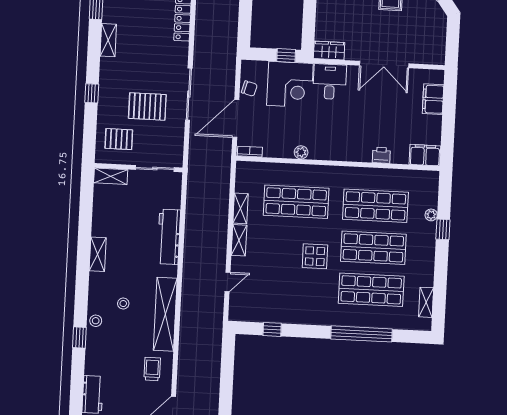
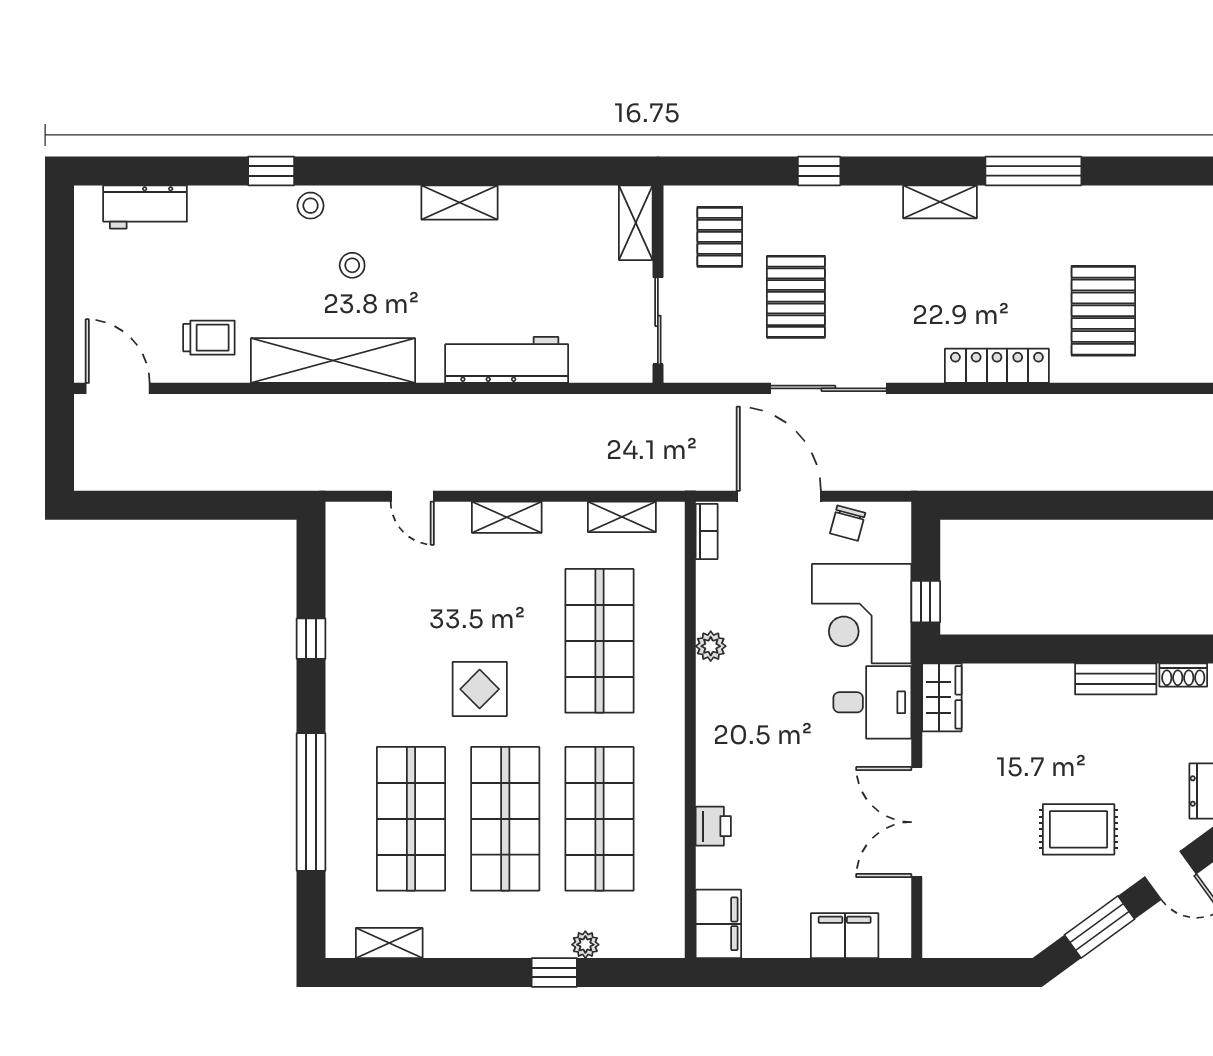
shelving: (240, 208) -> (622, 517), moved
window: (272, 329) -> (311, 639), moved

